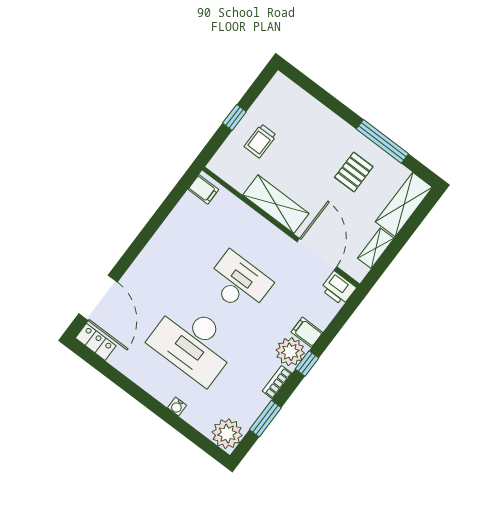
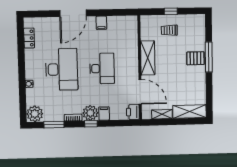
window: (382, 141) -> (209, 57), moved
pallet: (354, 172) -> (195, 58), moved
filing cabinet: (203, 189) -> (101, 23), moved
door: (317, 254) -> (140, 92), hinge flipped
door: (98, 298) -> (73, 13), moved
locker: (96, 342) -> (29, 38), moved
desk: (193, 343) -> (62, 69), turned 180

